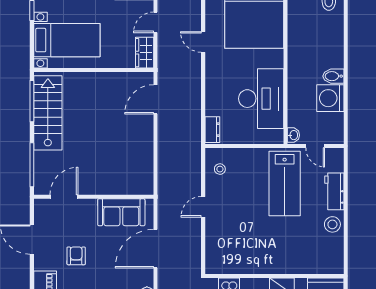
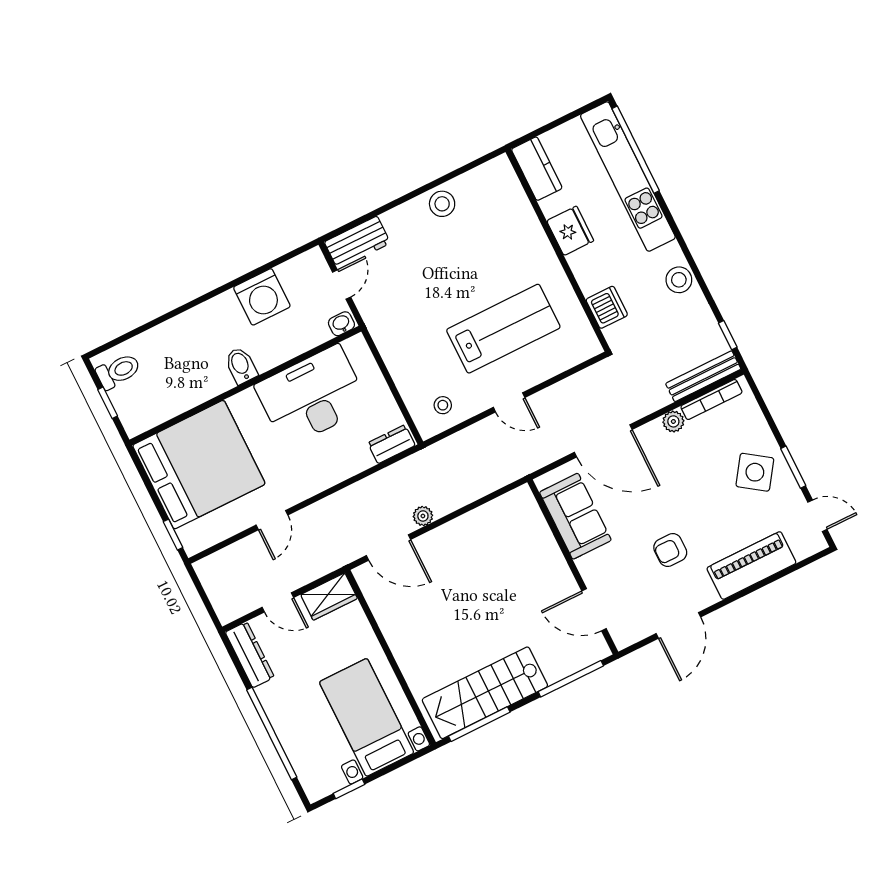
bidet: (333, 76) -> (241, 365), moved, turned 180
plant: (164, 127) -> (423, 516), added
lab bench: (285, 184) -> (503, 329), moved
workbench: (334, 191) -> (357, 242), moved

